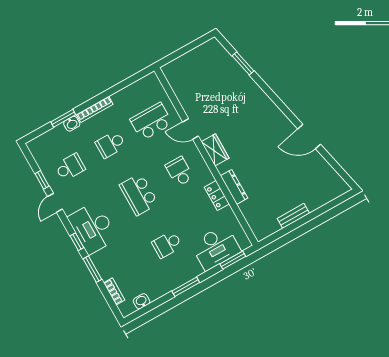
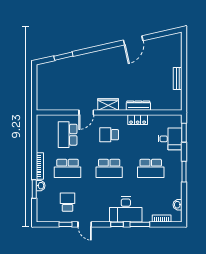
school desk: (111, 144) -> (68, 168), width x1.85
desk: (93, 228) -> (126, 210), moved
school desk: (167, 244) -> (151, 168), width x1.85
desk: (216, 248) -> (170, 139), width x0.73

